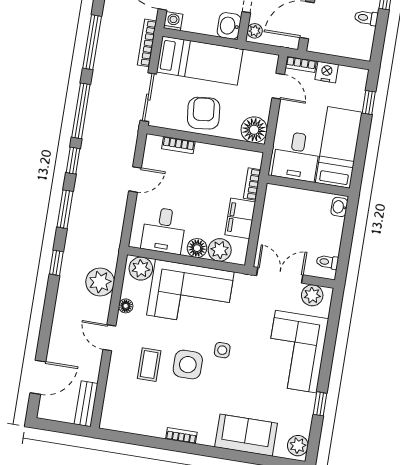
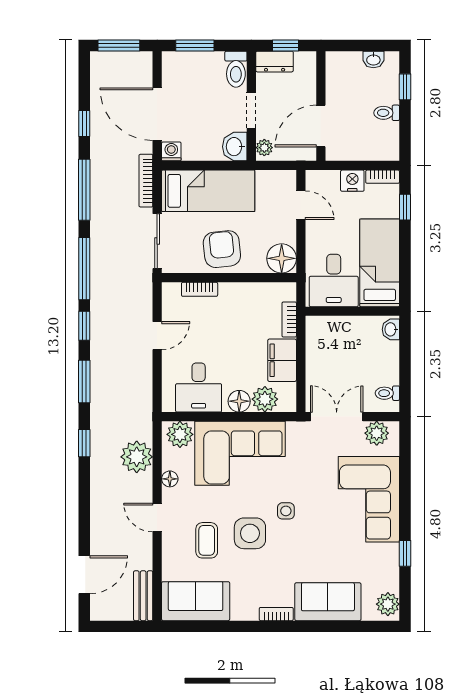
bookcase: (301, 64) -> (383, 177), moved
sofa: (131, 416) -> (196, 601), added
bookcase: (181, 436) -> (276, 614), moved

